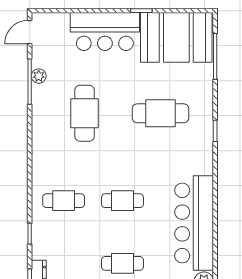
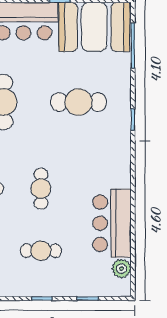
cafe table: (122, 201) -> (41, 189), turned 90
bar counter: (194, 223) -> (112, 223), width x0.73

